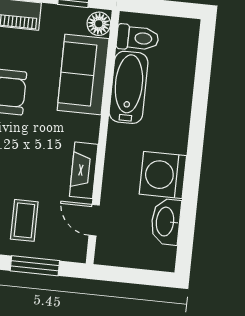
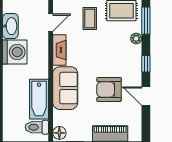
sofa: (83, 74) -> (65, 88), moved
door: (94, 220) -> (51, 23), hinge flipped

